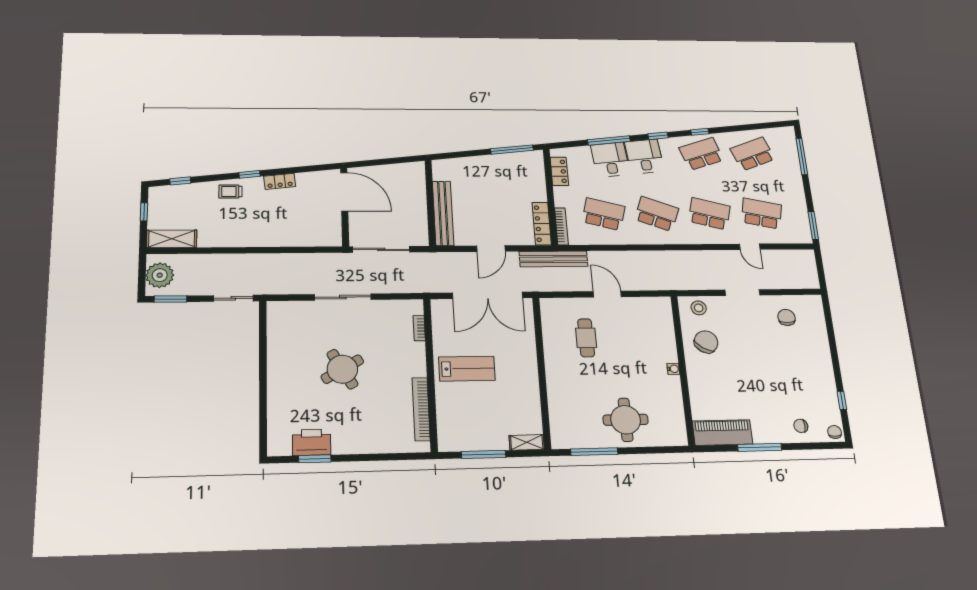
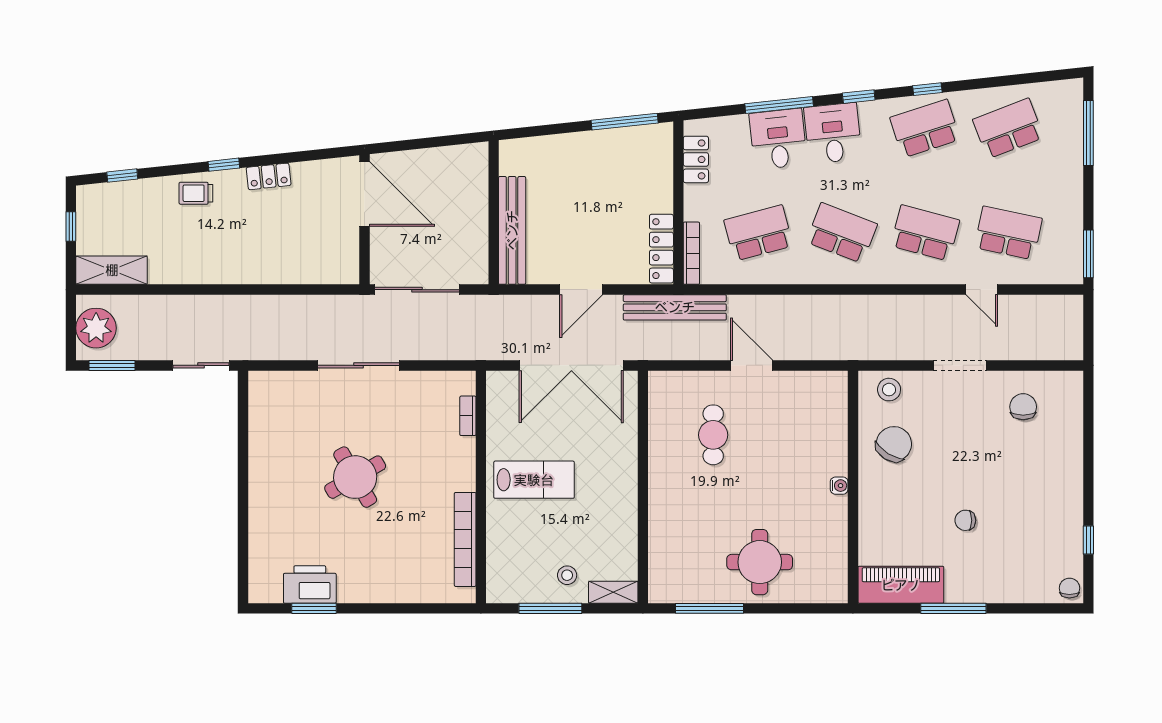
school desk: (604, 214) -> (758, 233), turned -30
chair: (801, 426) -> (965, 520), moved
stool: (494, 432) -> (567, 575), added

